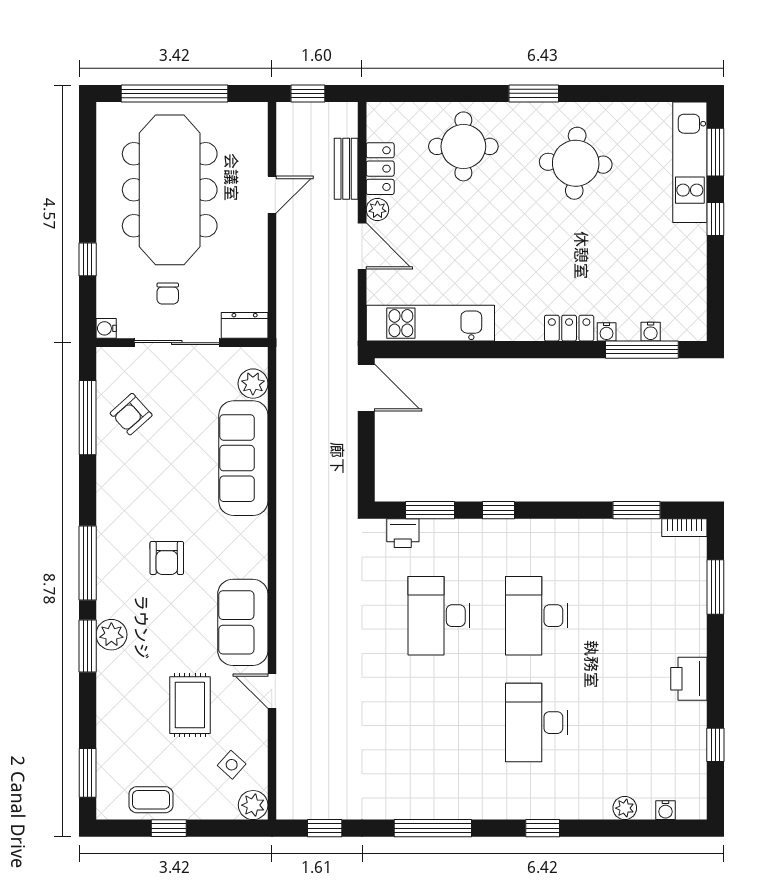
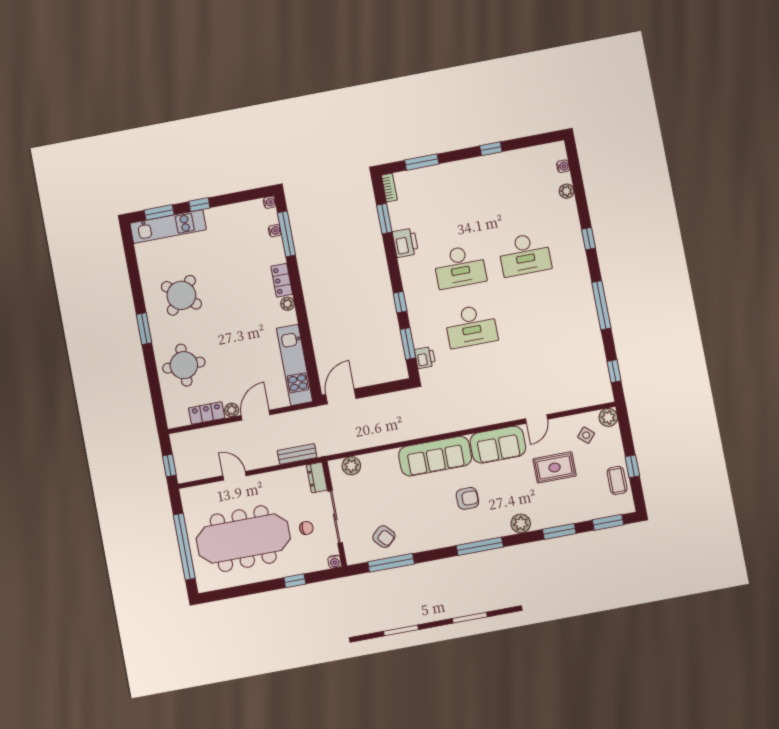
round table: (576, 163) -> (181, 295), turned 38
bench: (346, 169) -> (297, 454), moved
plant: (530, 330) -> (287, 304), added
water cooler: (607, 332) -> (269, 202), moved
sofa: (243, 458) -> (435, 456), moved
window: (88, 646) -> (559, 531), moved
printer: (689, 679) -> (405, 243), moved, turned -90
window: (715, 745) -> (491, 149), moved

